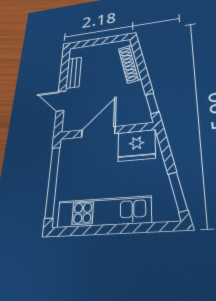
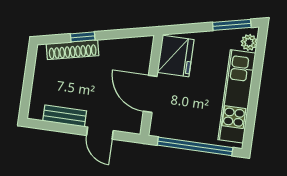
door: (61, 101) -> (100, 133), hinge flipped
window: (152, 103) -> (83, 37), moved
plant: (162, 213) -> (249, 42), added

